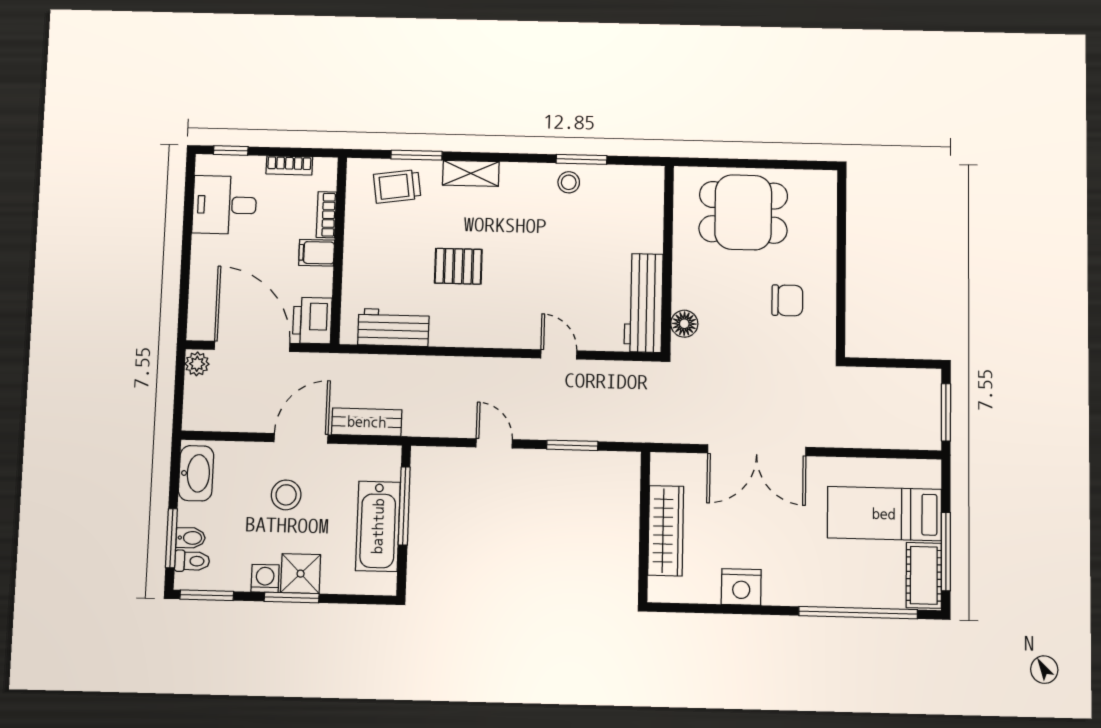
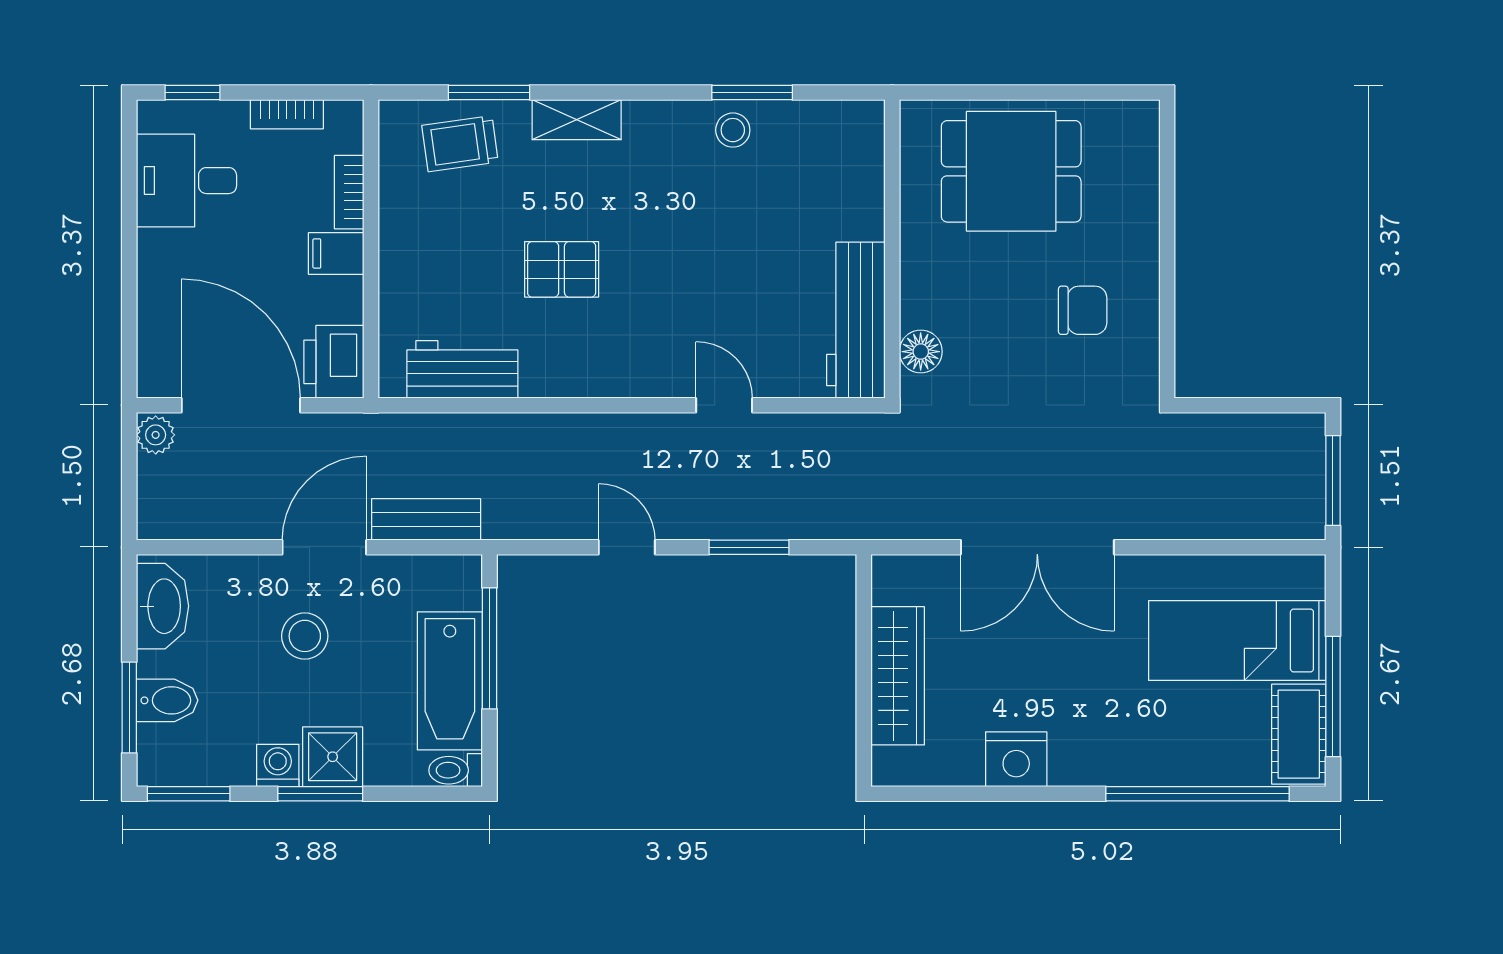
bidet: (191, 538) -> (167, 700), width x1.38, depth x1.36
toilet: (192, 561) -> (456, 770), moved, turned 180

